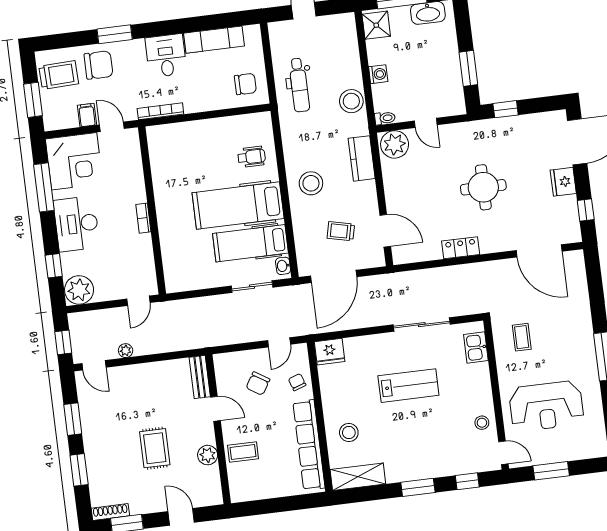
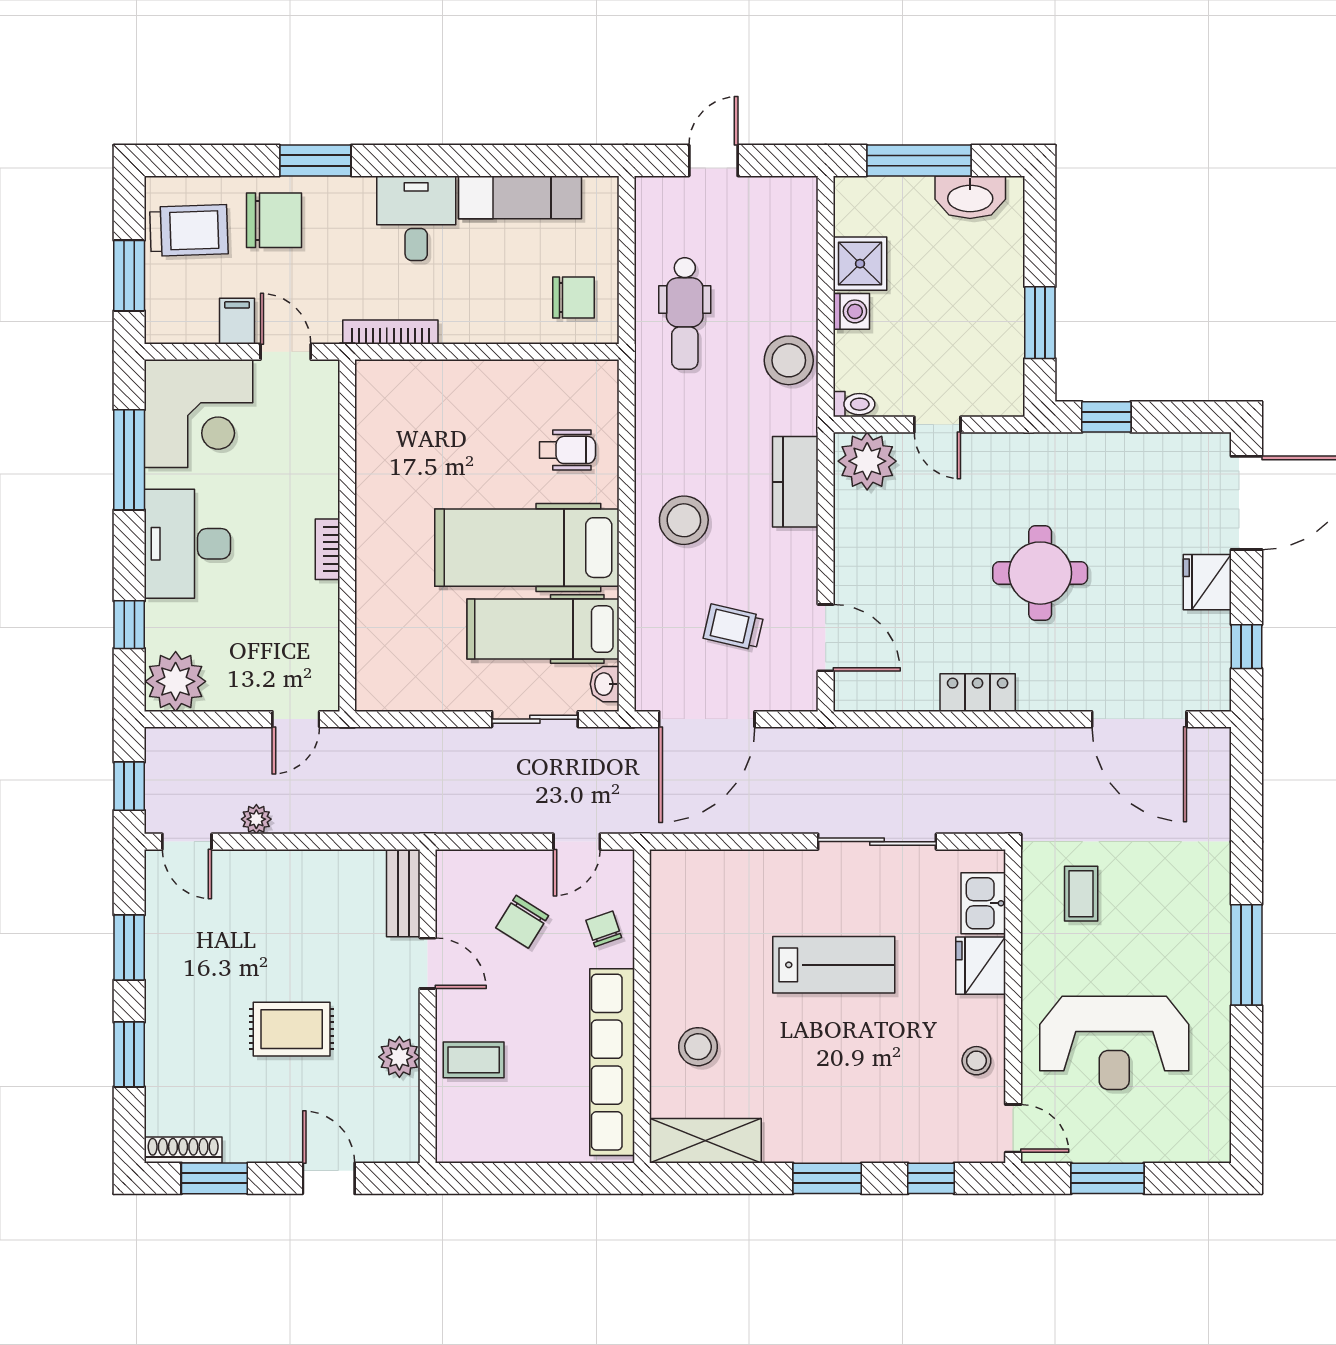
shower: (376, 25) -> (860, 264), moved
fridge: (330, 352) -> (981, 966), moved, turned 90
rug: (155, 448) -> (292, 1029), turned 90

